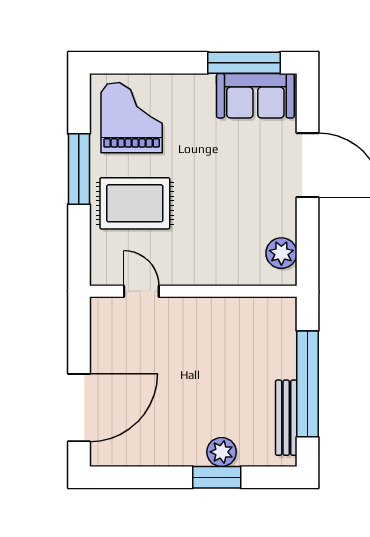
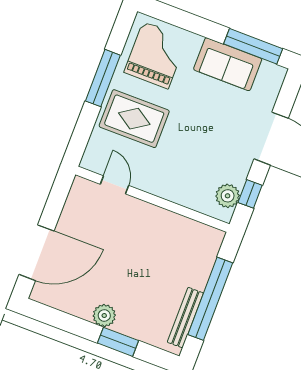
sofa: (255, 96) -> (228, 64), moved
window: (307, 241) -> (250, 194), added
plant: (222, 452) -> (104, 315), moved

